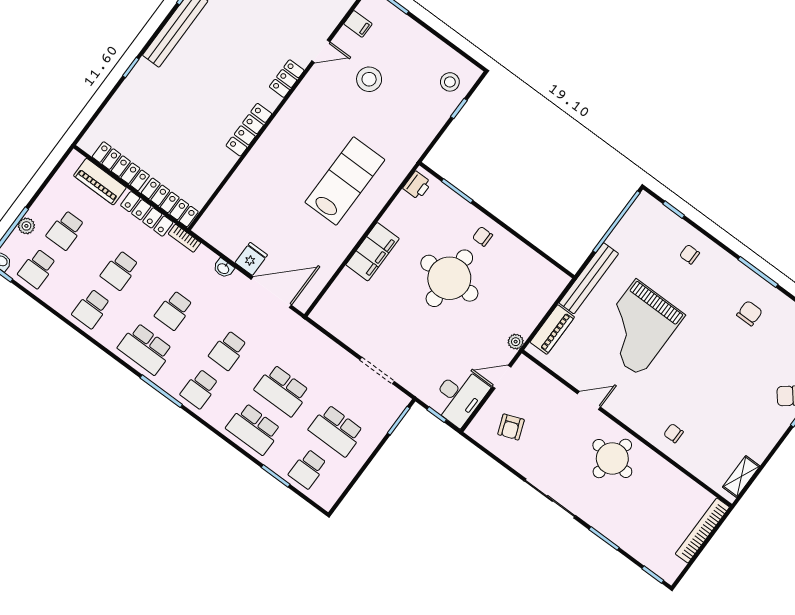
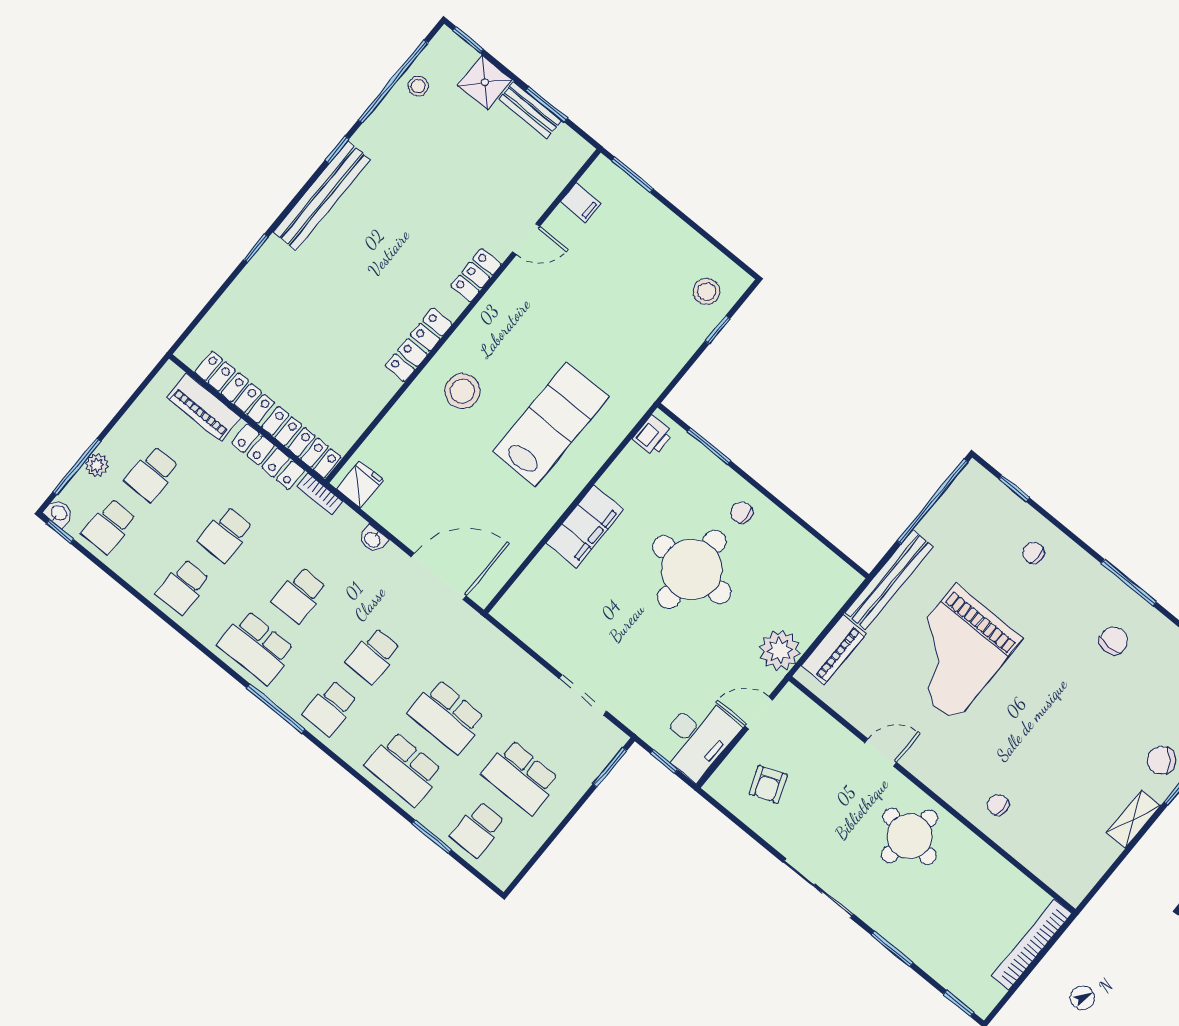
stool: (369, 79) -> (462, 391), moved
fridge: (251, 259) -> (360, 484), moved
plant: (516, 342) -> (780, 650), width x1.88, depth x1.88
shelving: (741, 477) -> (1133, 819), moved

